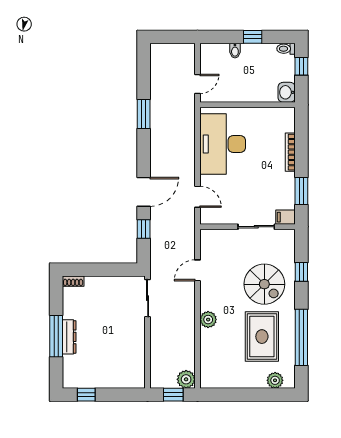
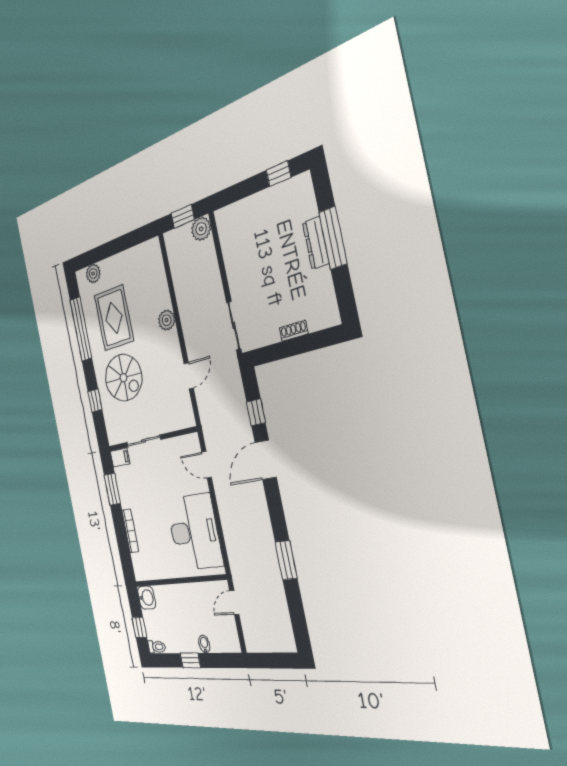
shoe rack: (73, 281) -> (294, 331), moved
spiral stairs: (264, 284) -> (123, 378), turned 180
plant: (186, 379) -> (201, 229), moved

